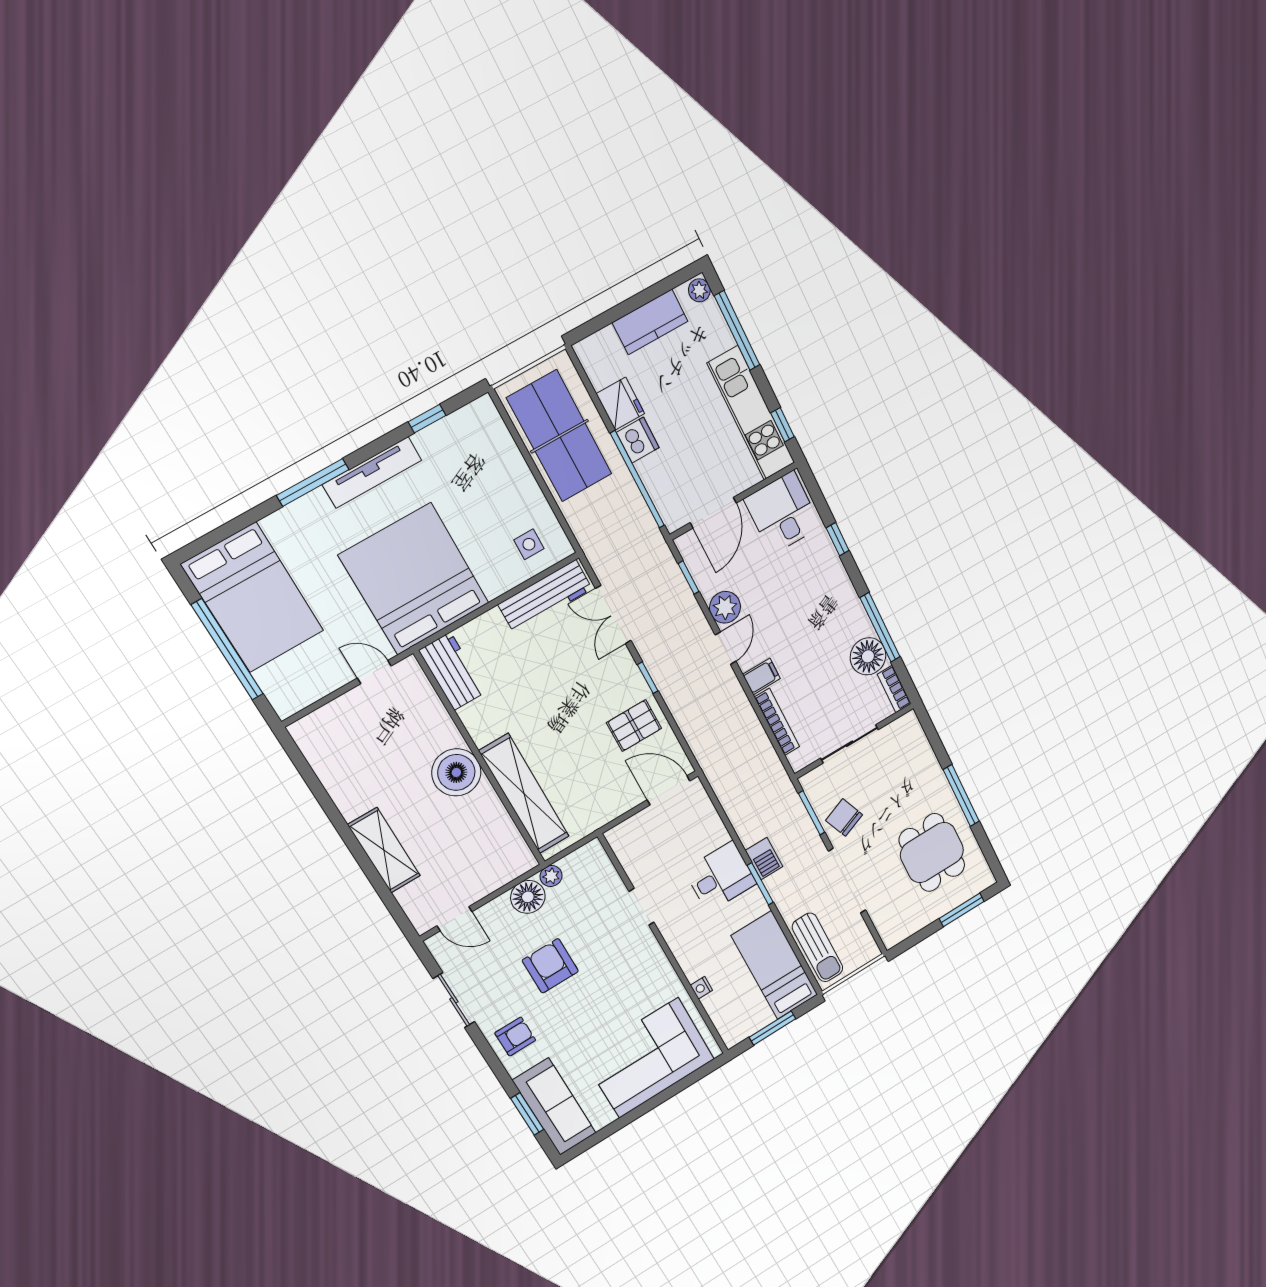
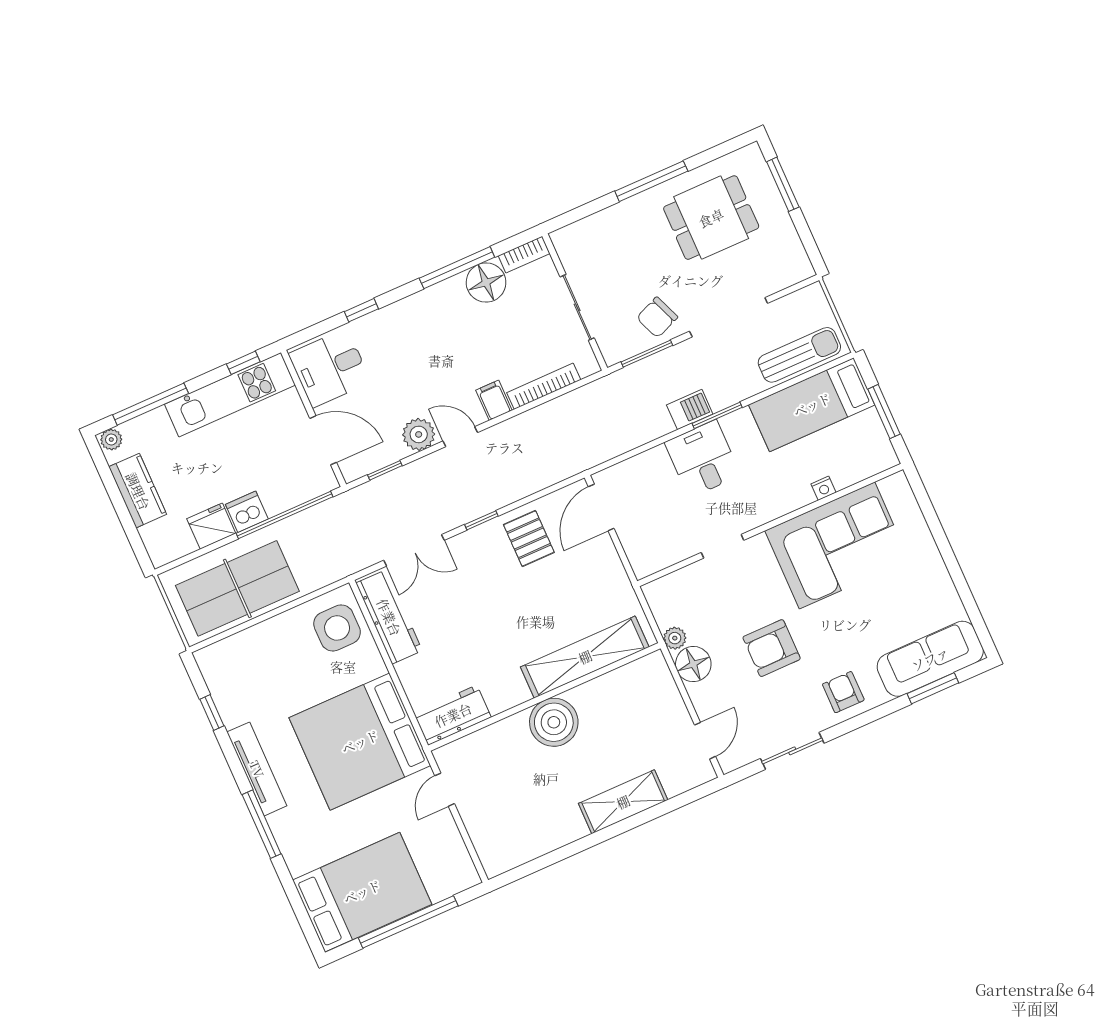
side table: (529, 544) -> (337, 628), width x1.87, depth x1.87
corner sofa: (649, 1058) -> (837, 545), moved, turned -90

